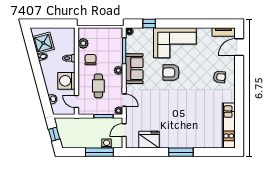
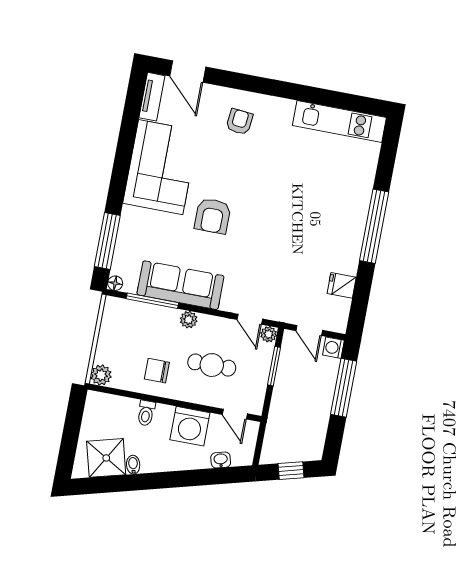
window: (149, 23) -> (107, 241), width x2.17
plant: (83, 43) -> (101, 375), moved
corner sofa: (175, 43) -> (161, 167), moved
sofa: (134, 69) -> (180, 285), width x1.36
door: (124, 100) -> (250, 319), swing flipped
door: (76, 102) -> (235, 414), hinge flipped
fridge: (149, 140) -> (342, 285), width x0.53, depth x0.75
washing machine: (107, 143) -> (333, 348), moved
window: (181, 152) -> (374, 226), width x1.46

